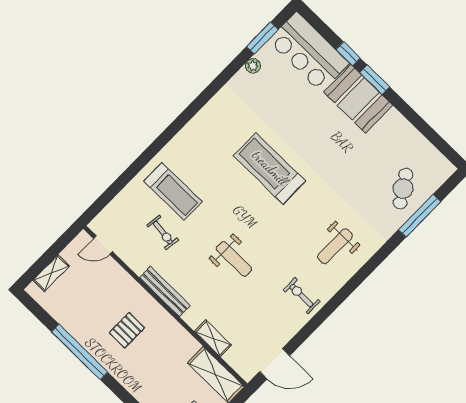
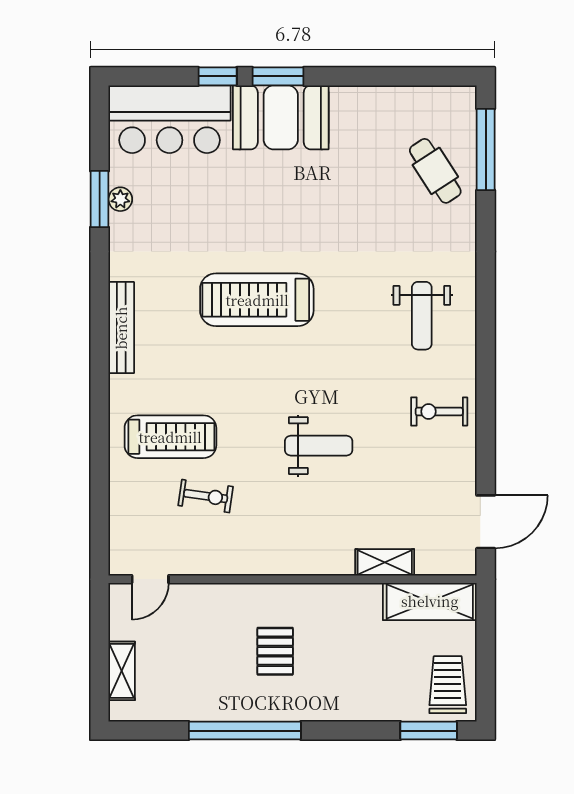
window: (262, 38) -> (100, 199), moved
window: (420, 216) -> (486, 150), moved
bench: (165, 292) -> (121, 328), moved, turned 90

